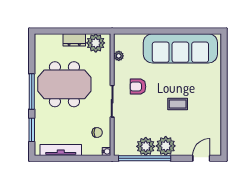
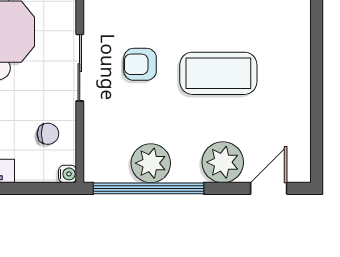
armchair: (138, 87) -> (140, 64), moved
coffee table: (178, 104) -> (218, 73), width x1.86, depth x1.72
plant: (166, 146) -> (223, 162), moved

